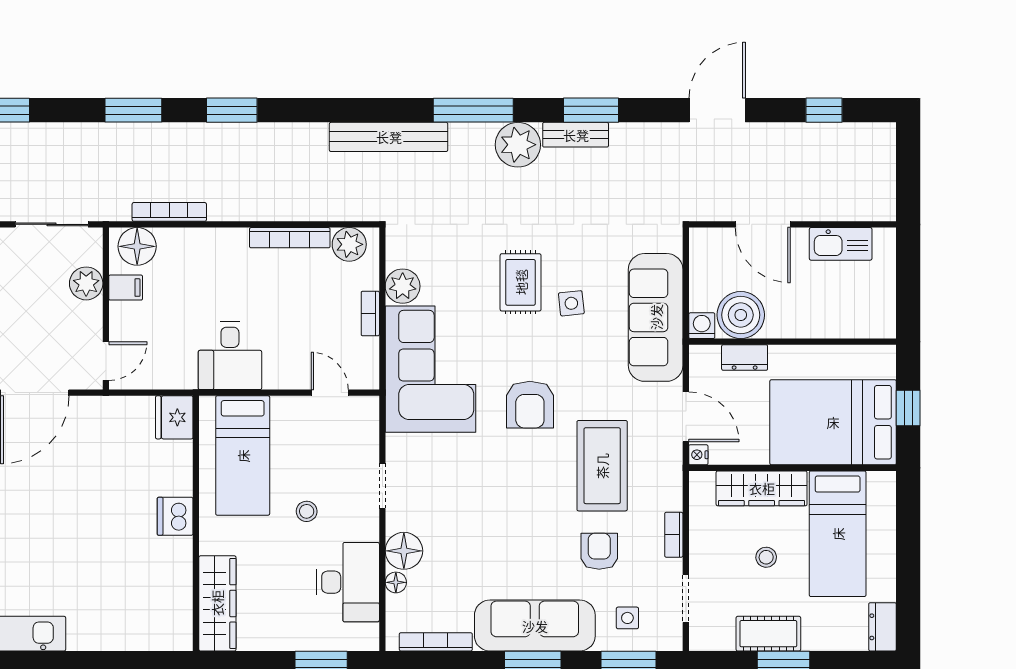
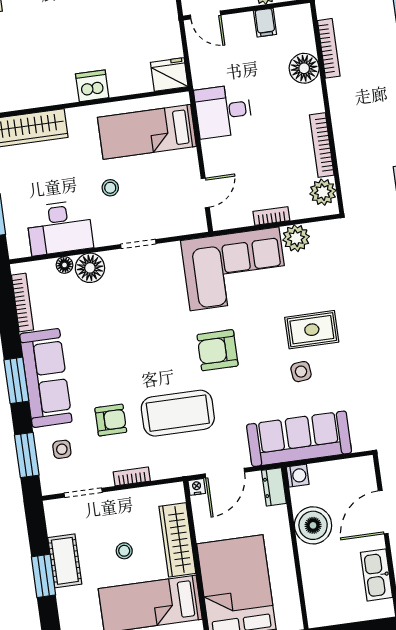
floor lamp: (137, 246) -> (304, 68), moved
boiler: (741, 315) -> (313, 525), moved
dresser: (745, 358) -> (274, 487), moved

